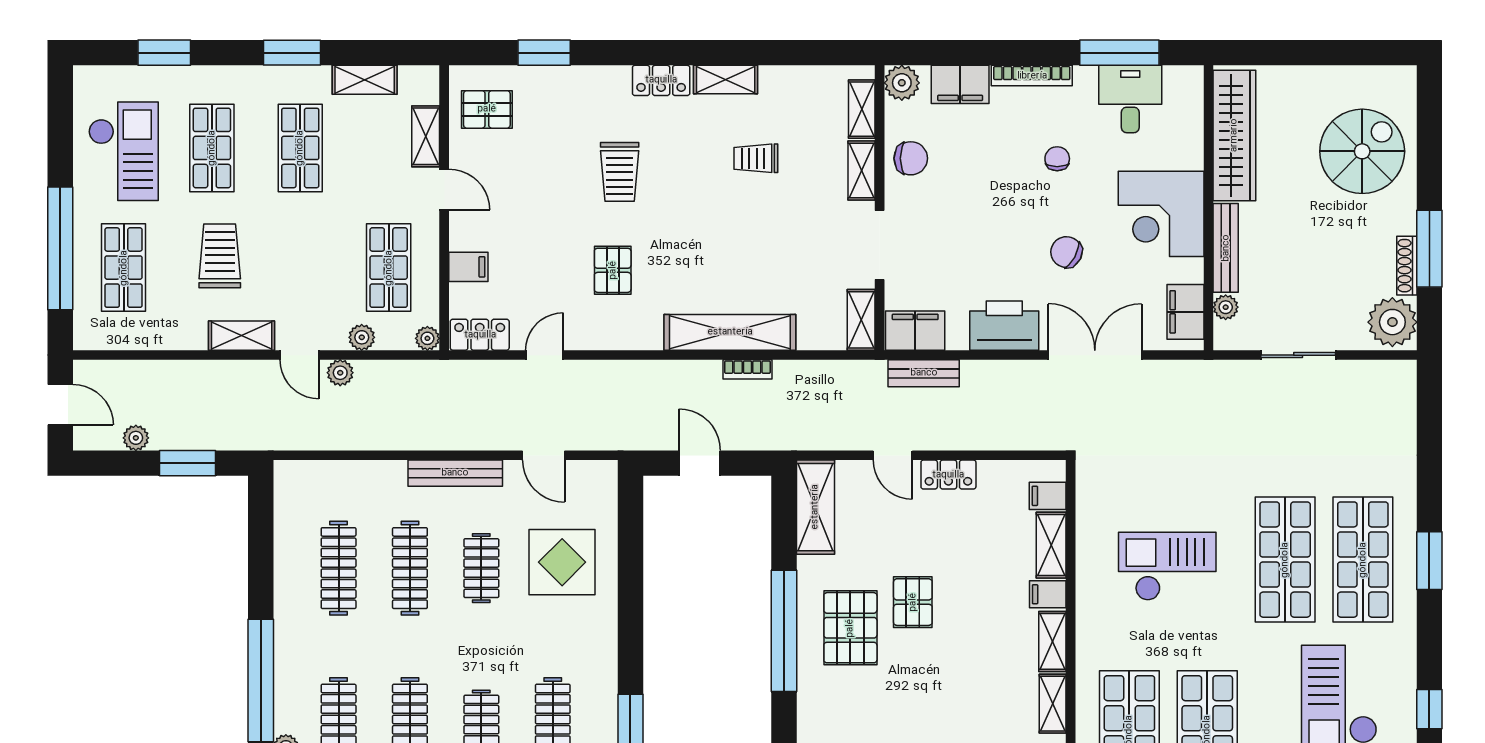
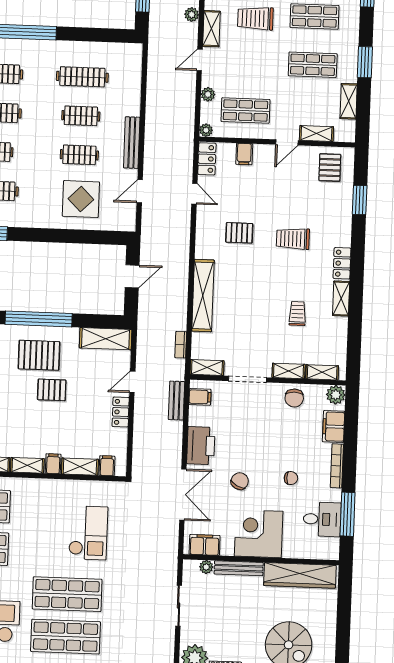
trolley: (220, 256) -> (255, 18), turned 180
filing cabinet: (915, 331) -> (200, 397), width x0.50
bookcase: (747, 369) -> (181, 345), moved
plant: (340, 373) -> (192, 14), moved
checkout: (1167, 566) -> (88, 533), moved
clothes rail: (410, 568) -> (81, 116), width x0.73

